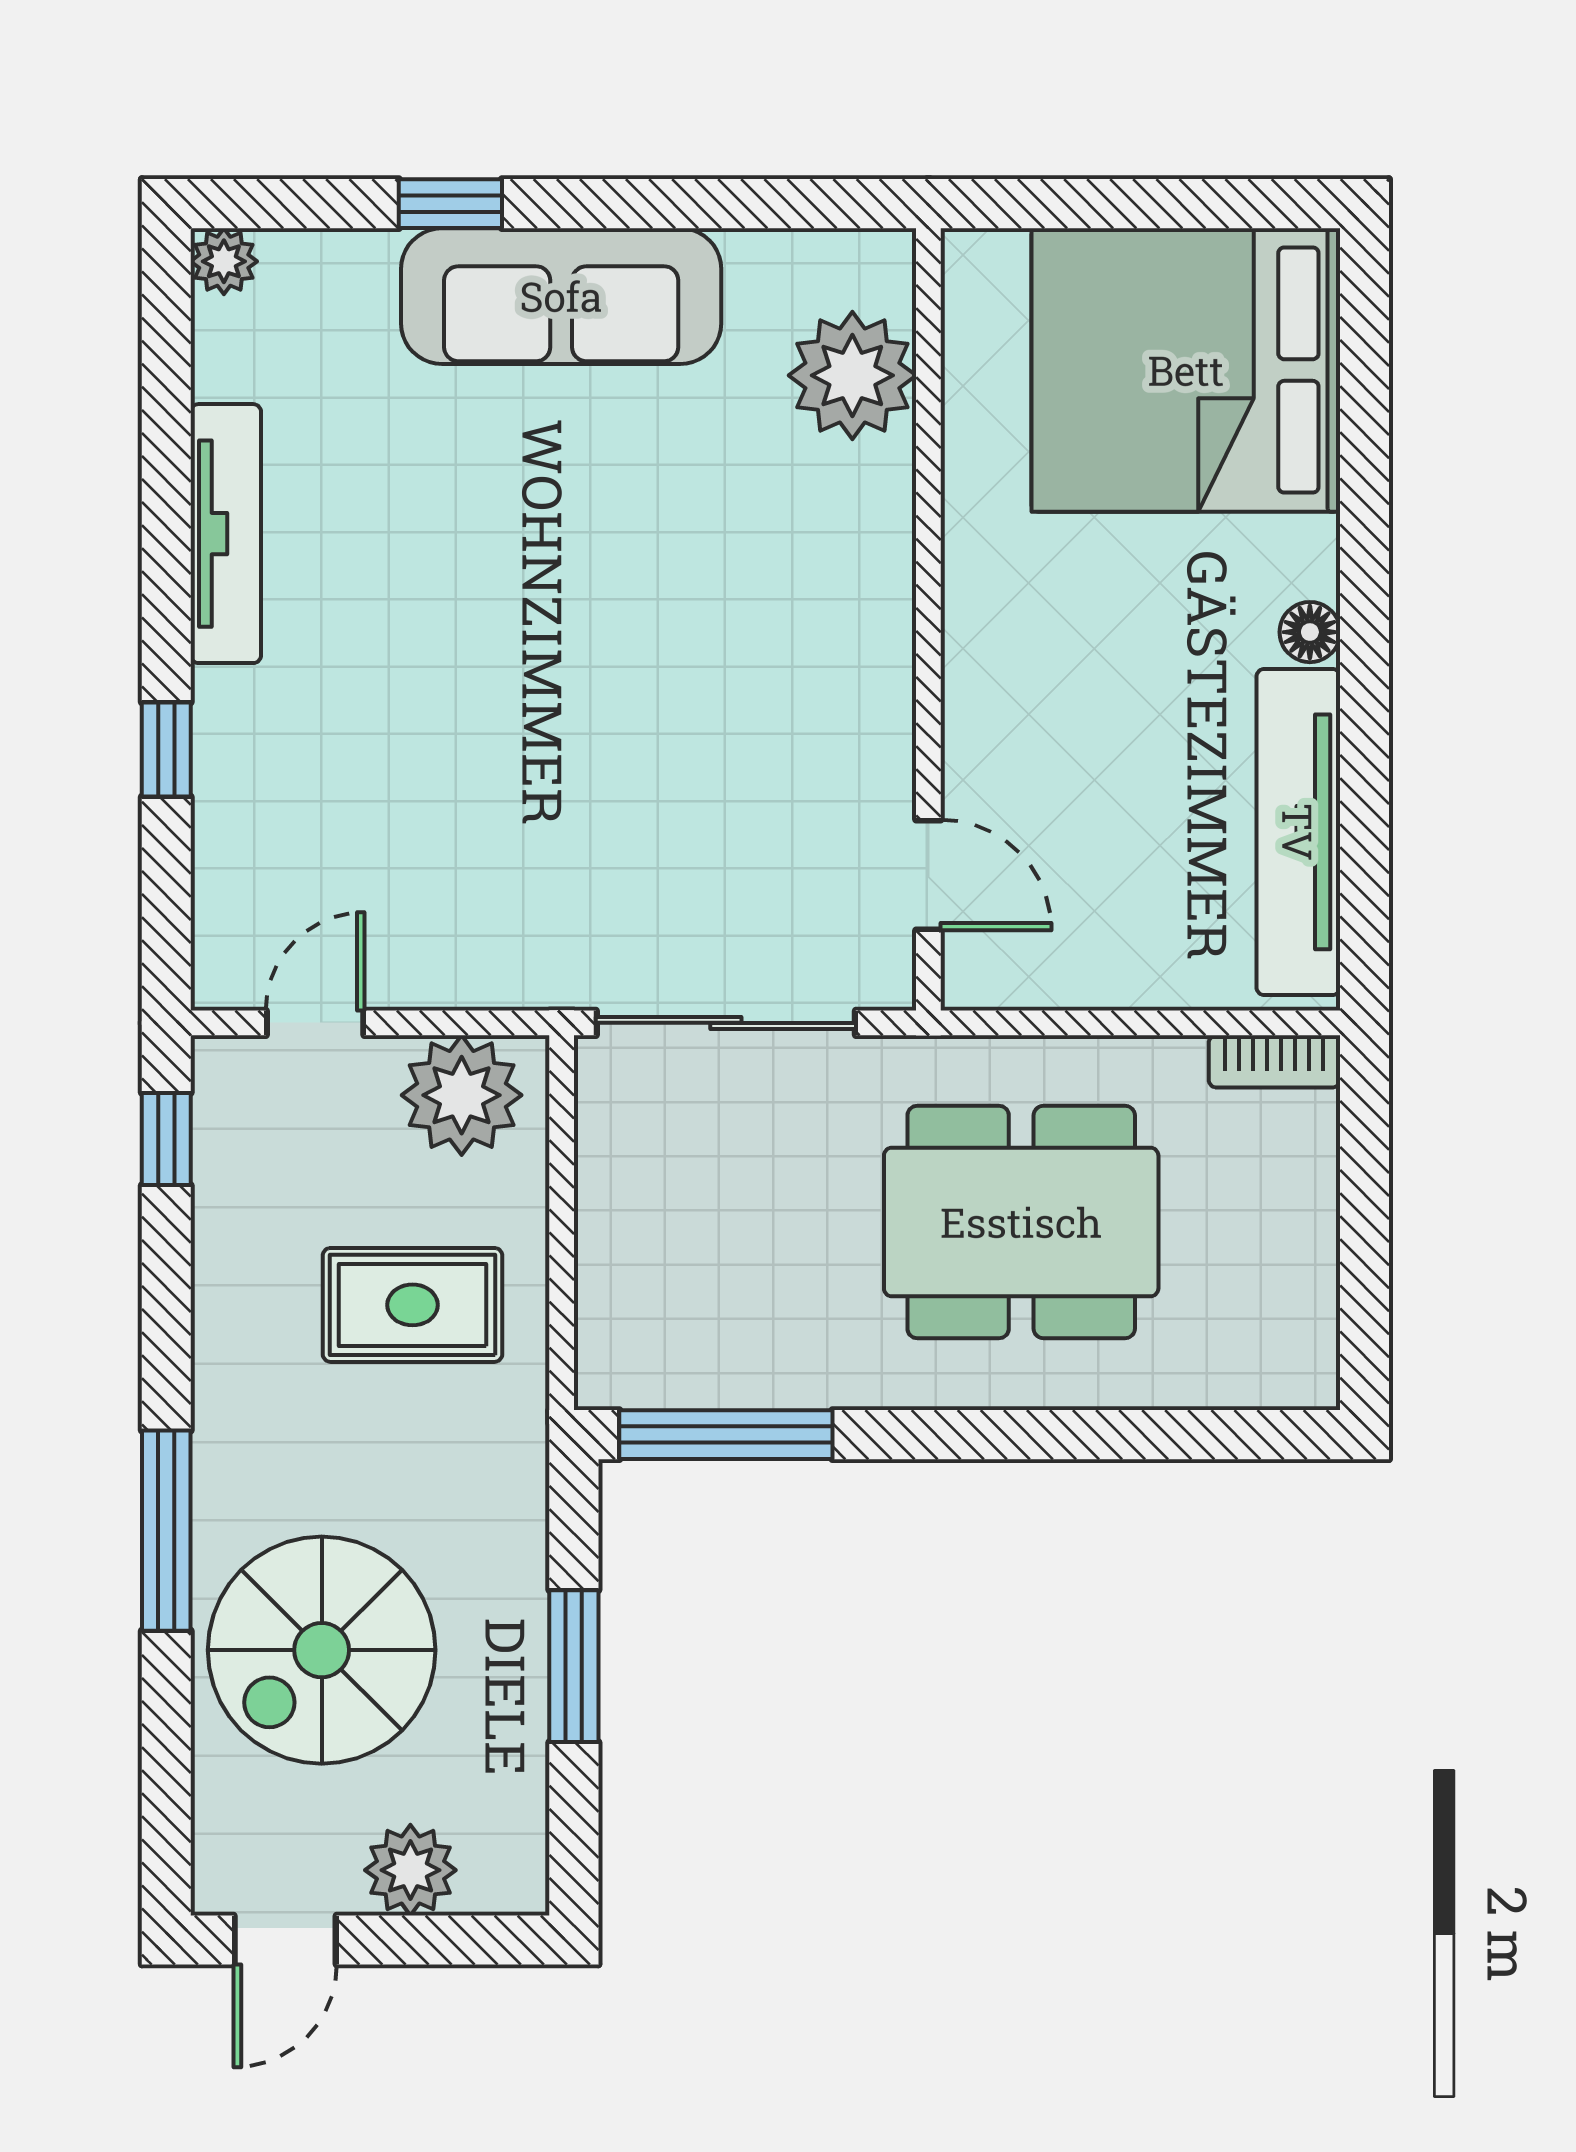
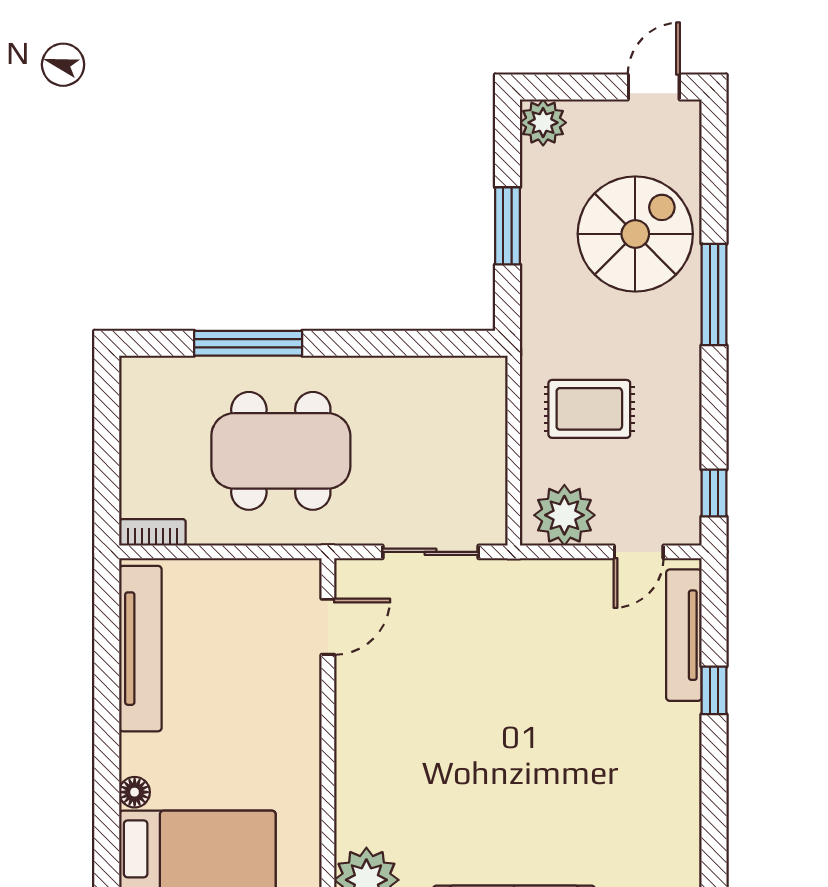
tv unit: (226, 534) -> (684, 635), moved
floor lamp: (1310, 632) -> (135, 792), moved
door: (928, 875) -> (328, 627), swing flipped
sliding door: (726, 1023) -> (430, 552), width x0.73
window: (726, 1435) -> (248, 343), moved
plant: (410, 1870) -> (543, 123), moved

